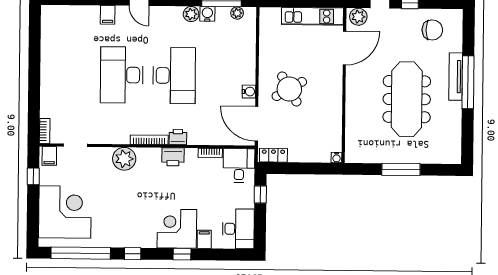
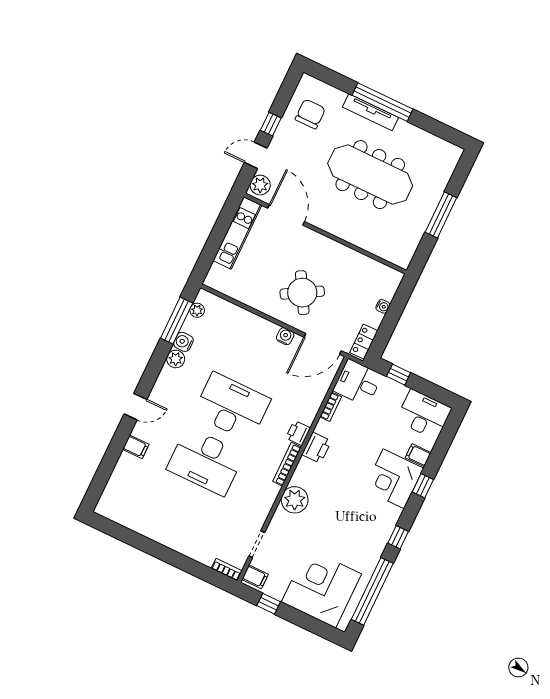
water cooler: (337, 158) -> (383, 306), moved

